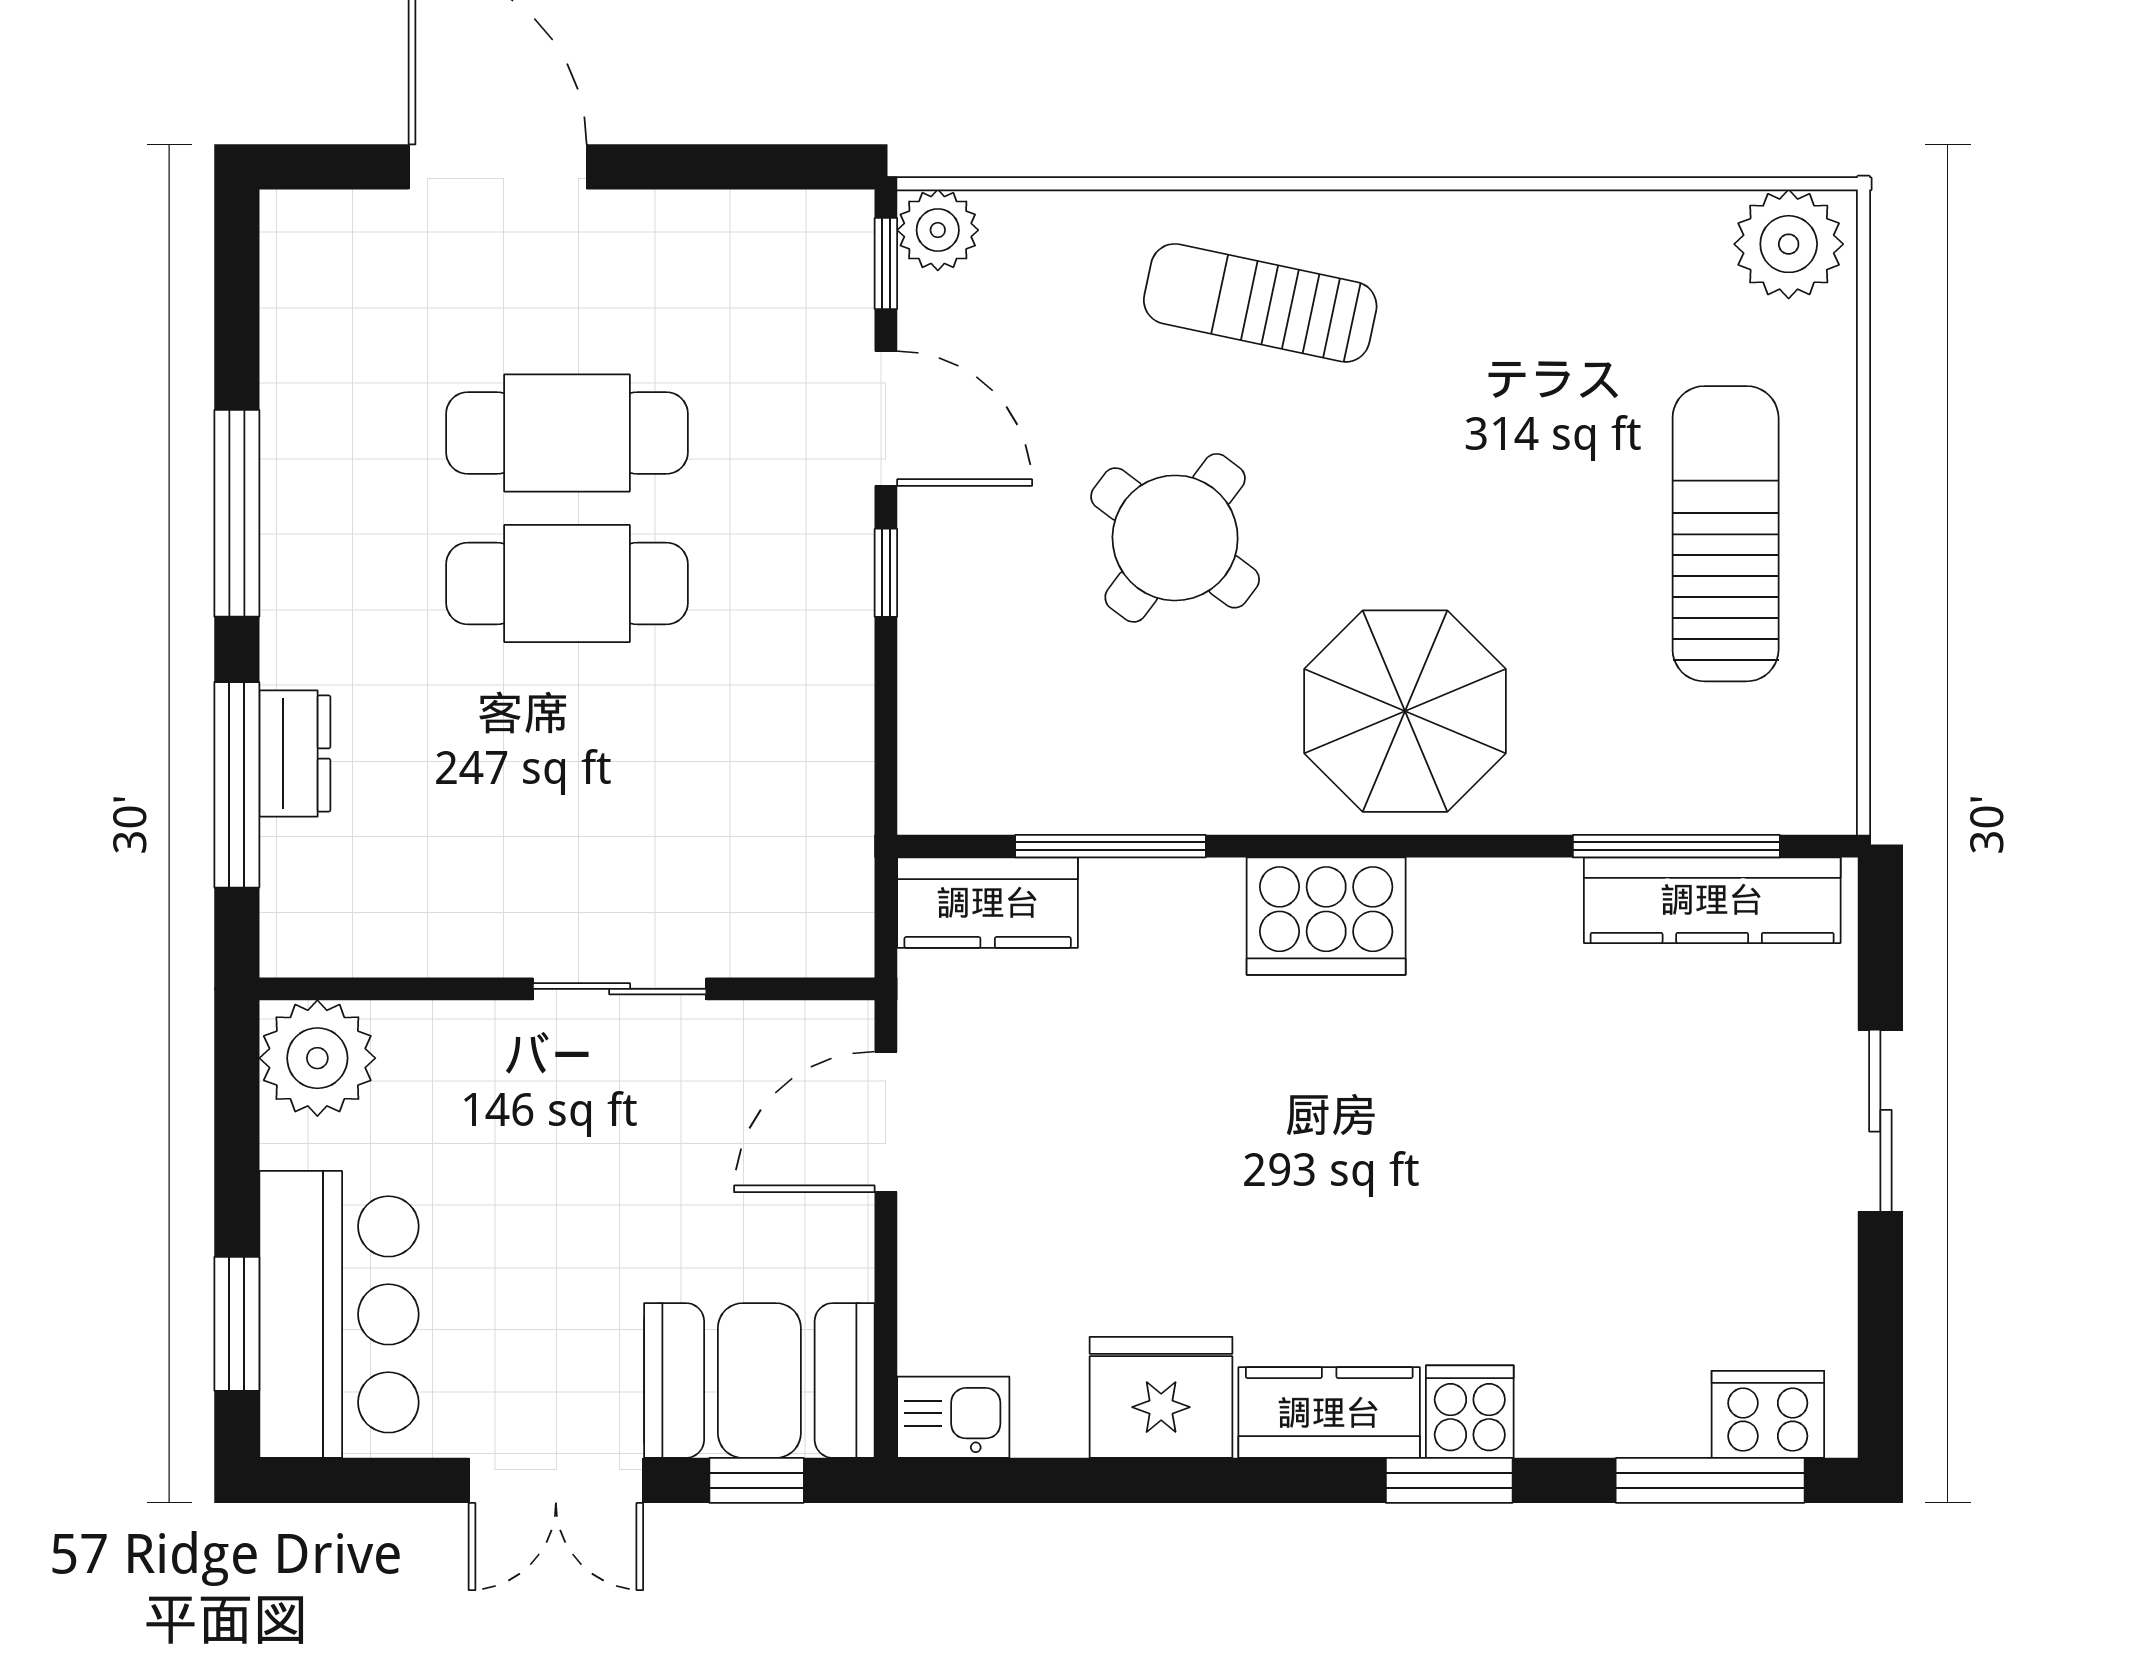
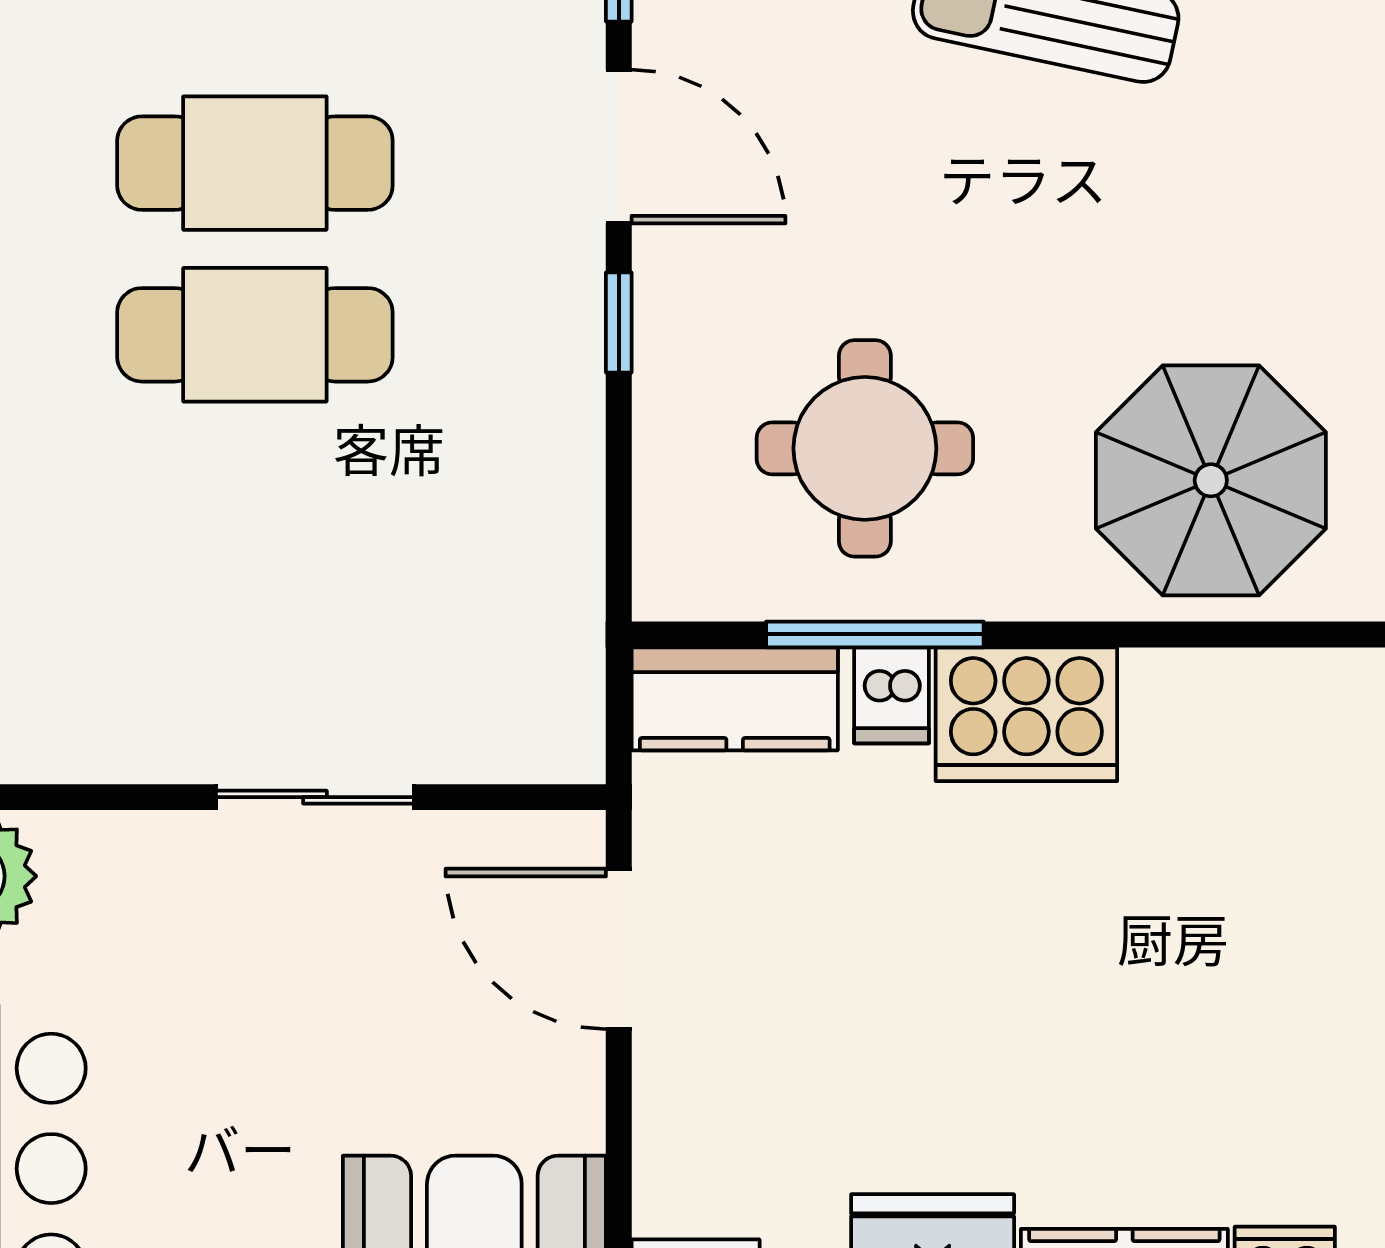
round table: (1175, 538) -> (865, 448), moved, turned -37
dishwasher: (1125, 900) -> (891, 695), added
cooker: (1326, 916) -> (1026, 714), moved
door: (886, 1122) -> (619, 949), hinge flipped

